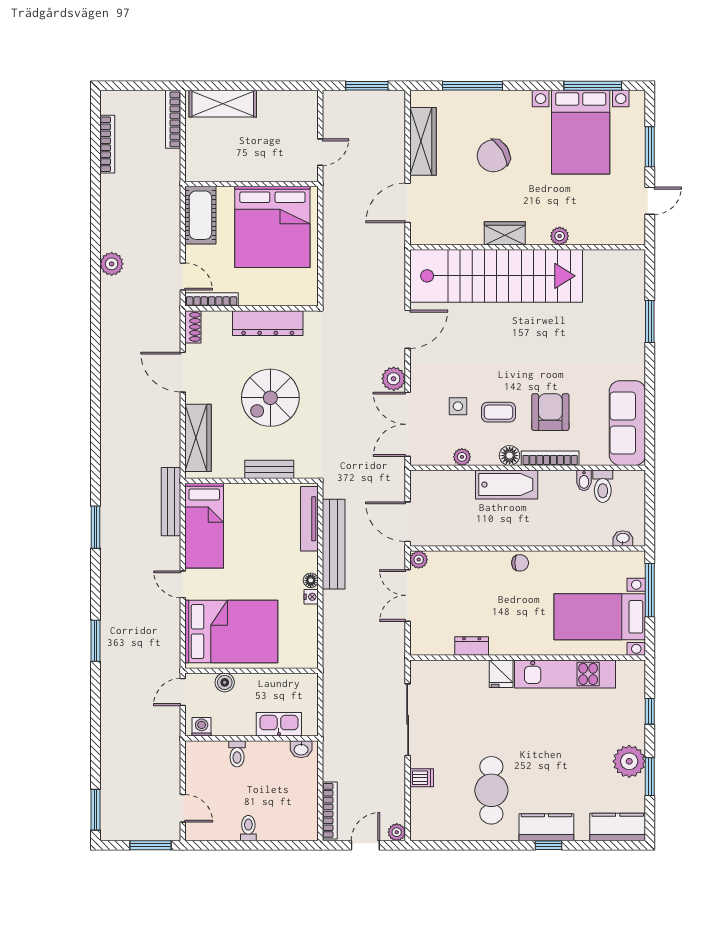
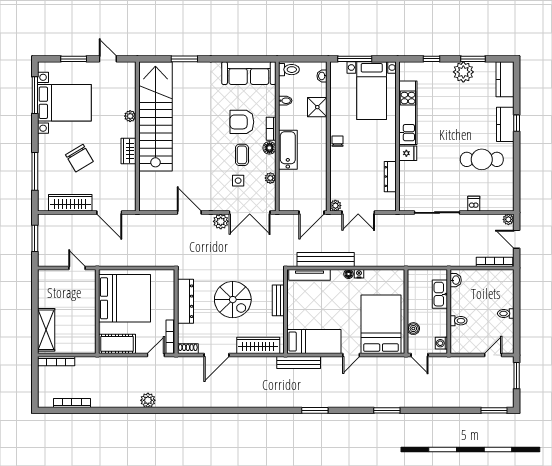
stairs: (496, 276) -> (155, 116), moved
bookcase: (550, 458) -> (271, 129), width x0.64
toilet: (603, 486) -> (289, 70), moved
shower: (574, 531) -> (317, 107), added
dresser: (472, 646) -> (390, 177), width x1.44

